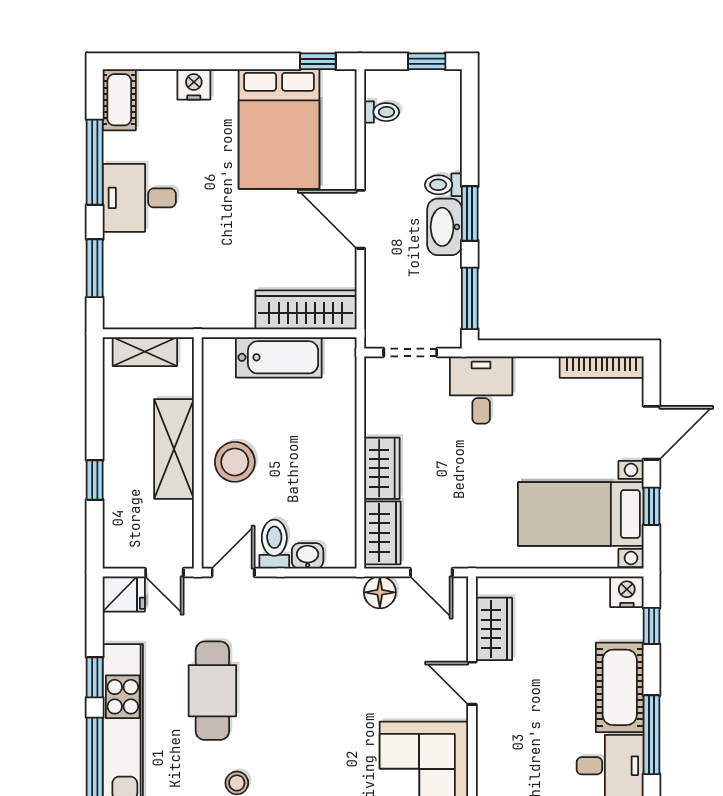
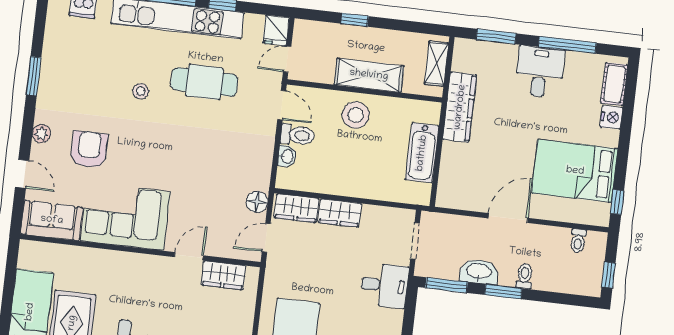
cot: (119, 100) -> (614, 84), moved, turned 90
washbasin: (445, 227) -> (479, 272), moved
wardrobe: (306, 310) -> (460, 107), moved

